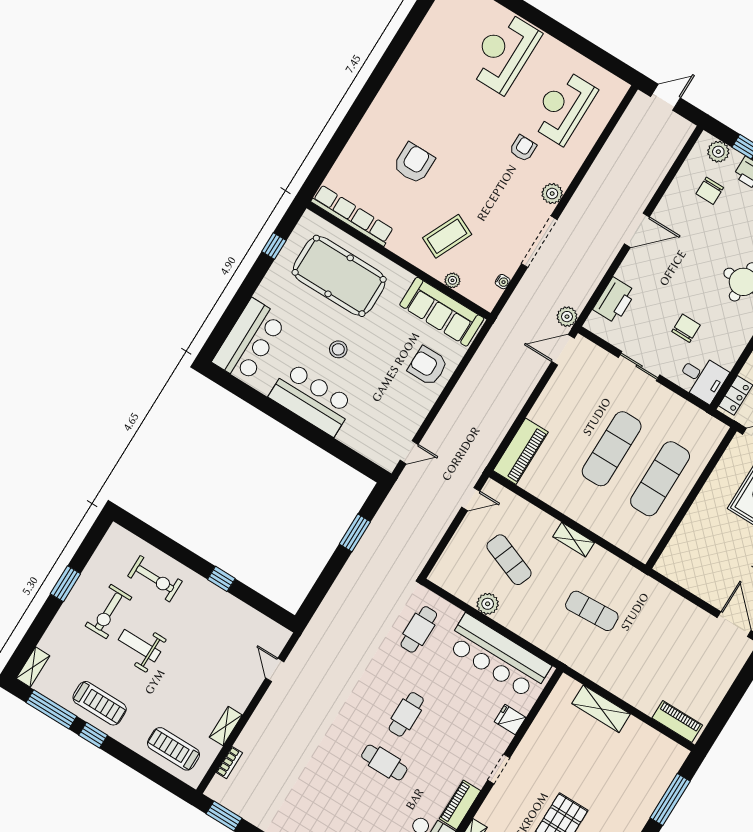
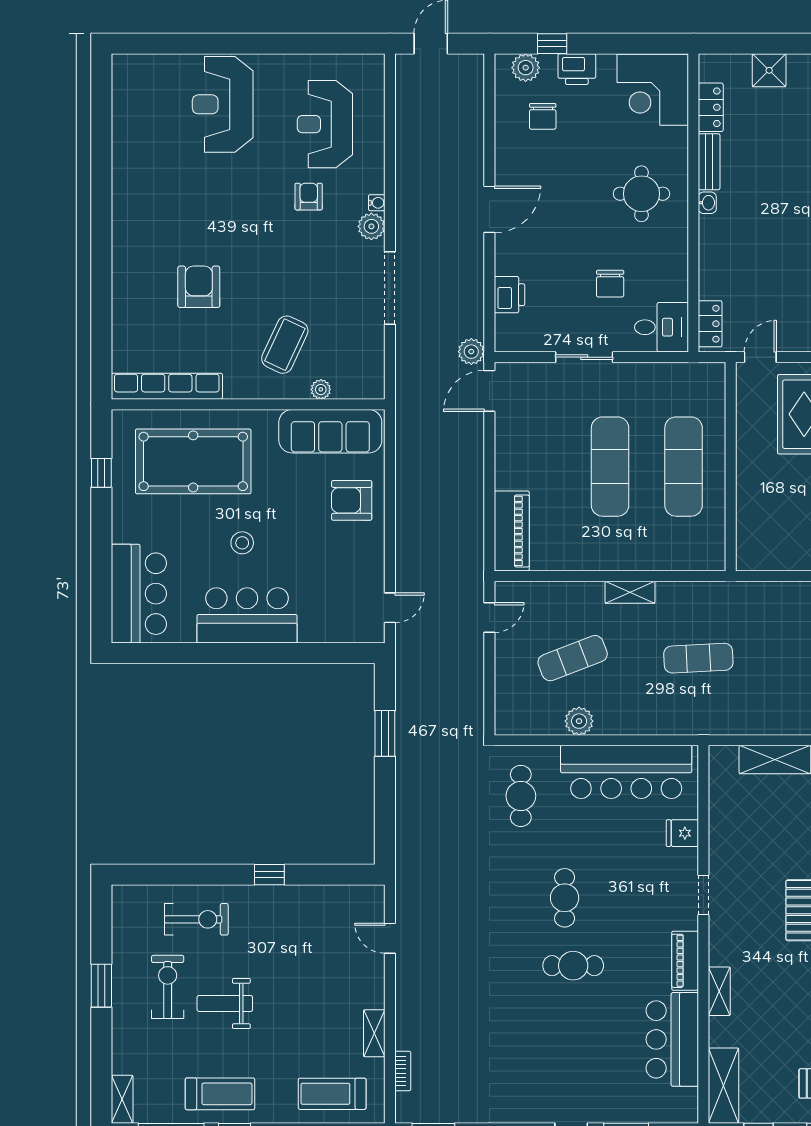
water cooler: (503, 282) -> (377, 203), moved
printer: (614, 300) -> (509, 295), width x0.73, depth x0.84
chair: (686, 328) -> (610, 284), turned 180
exercise mat: (509, 560) -> (573, 658), turned -42
exercise bike: (109, 612) -> (168, 987), turned 180

